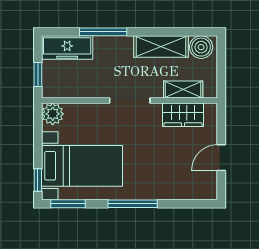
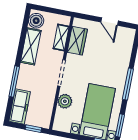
plant: (53, 114) -> (65, 101), moved

